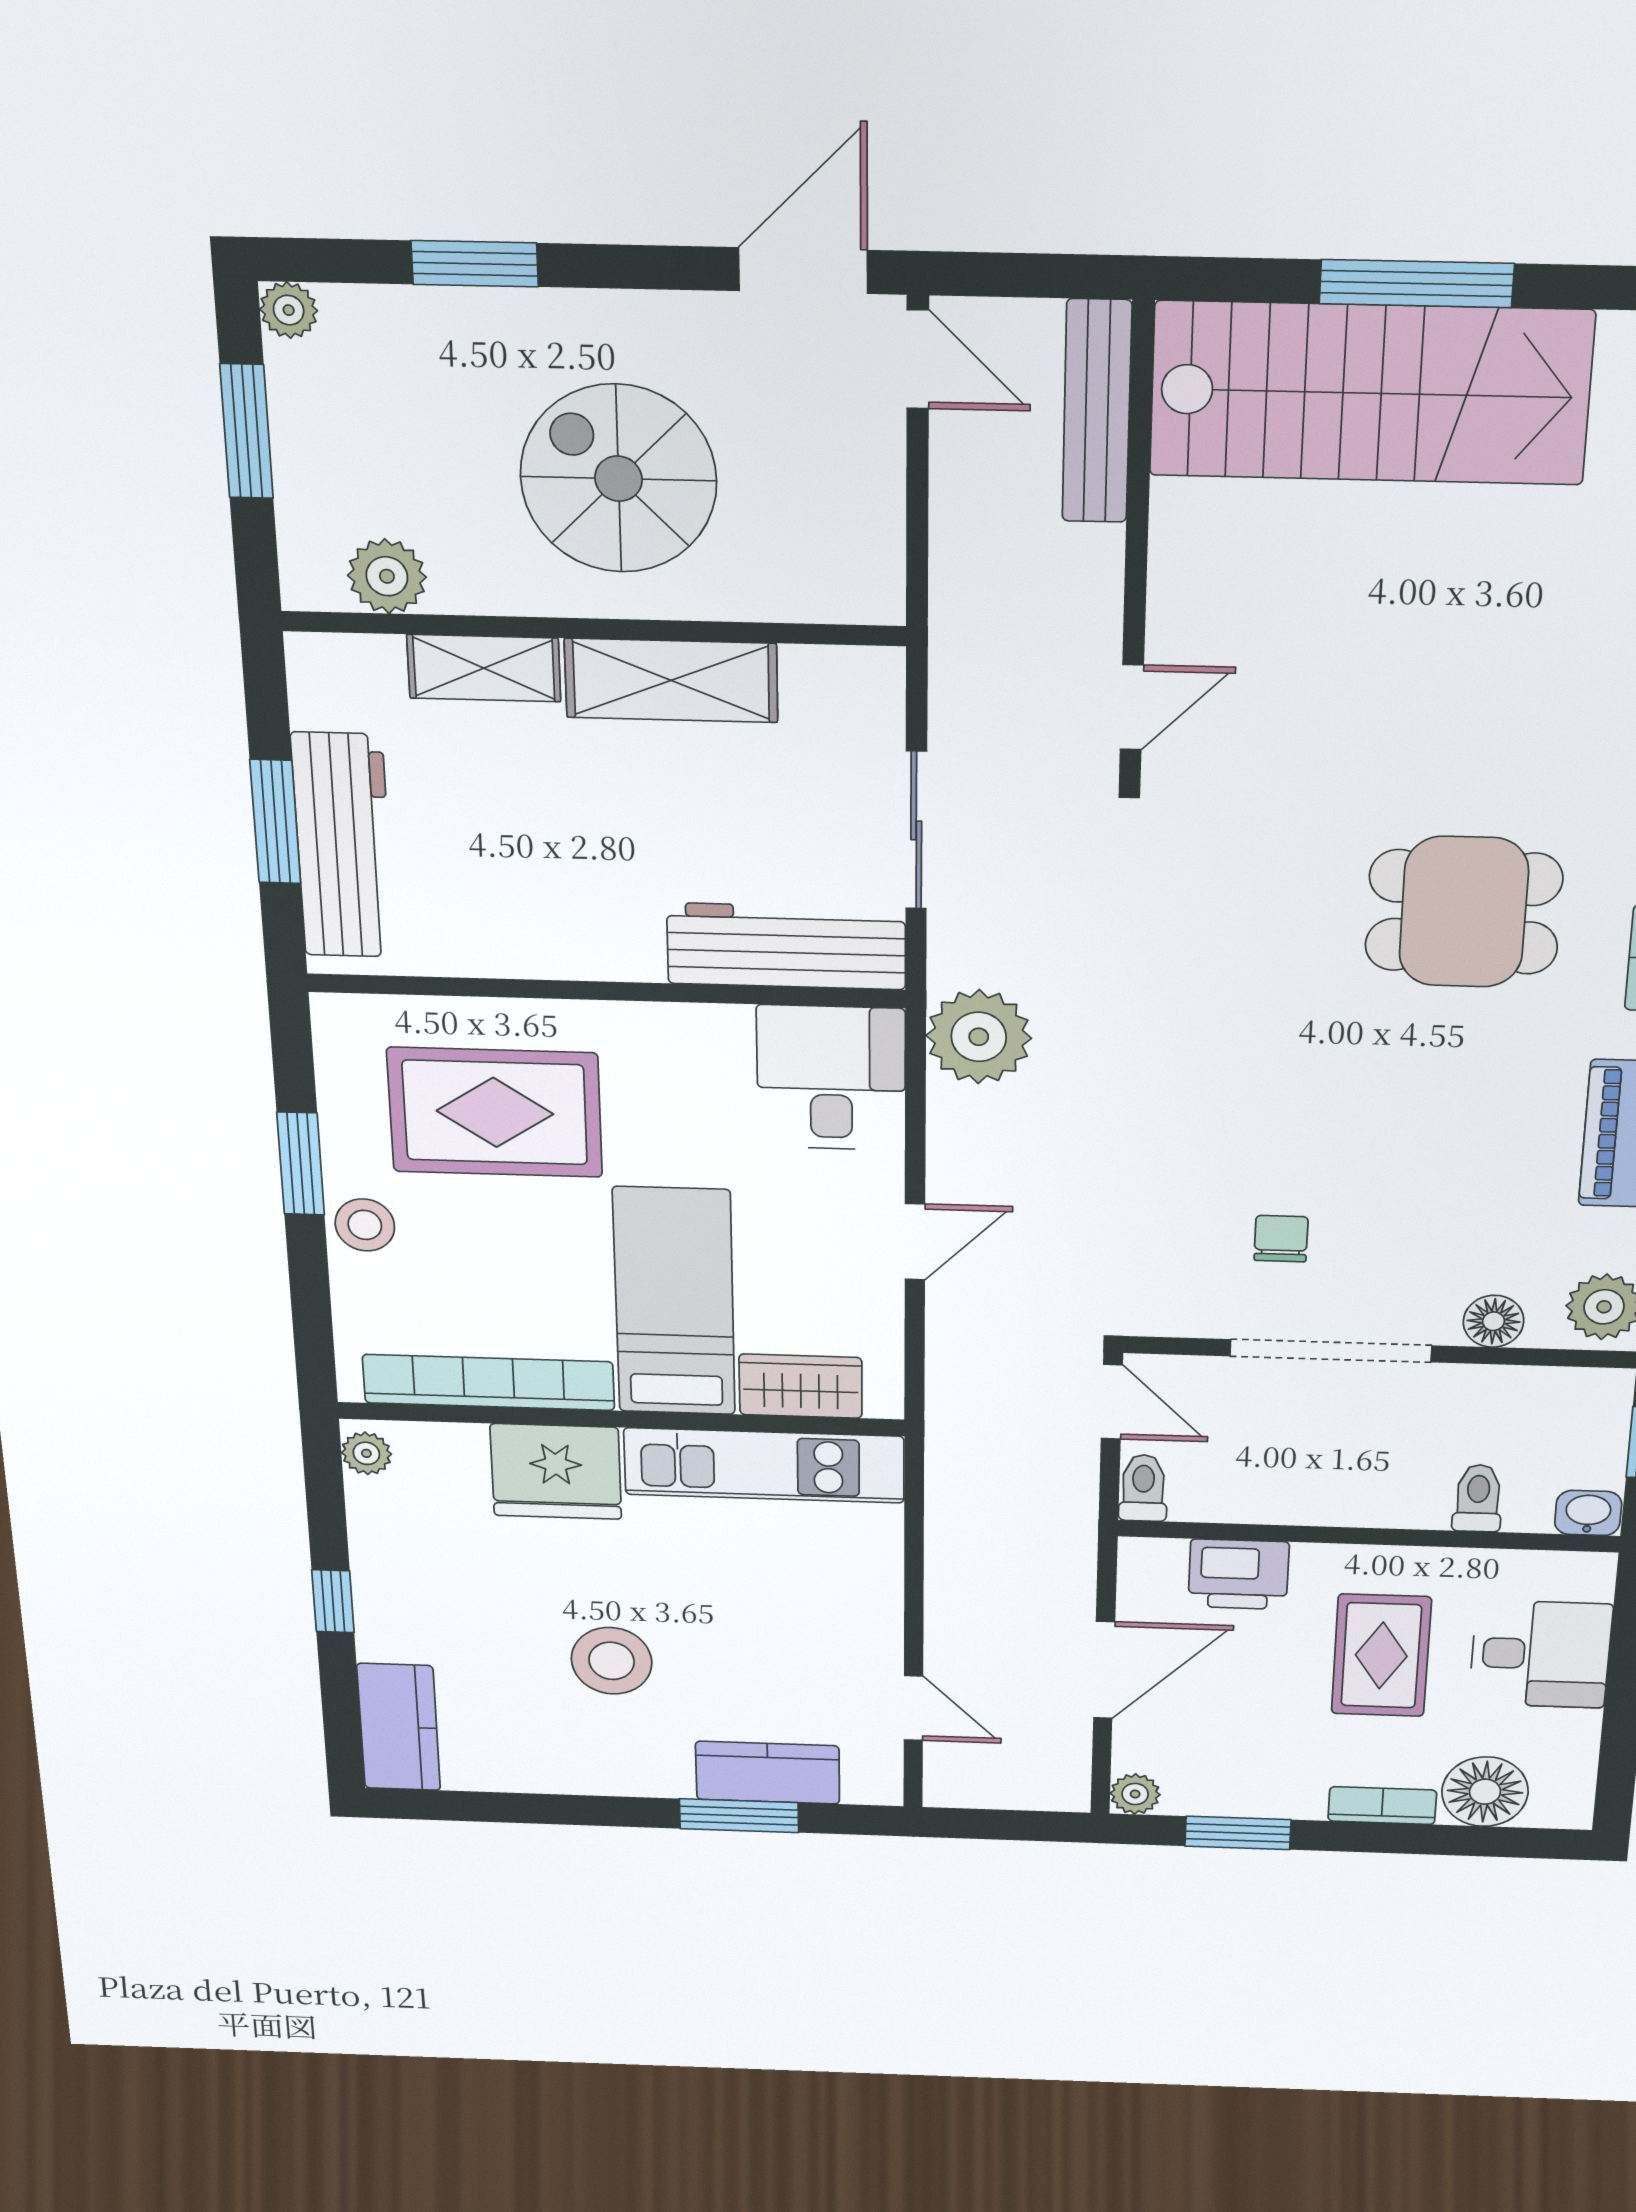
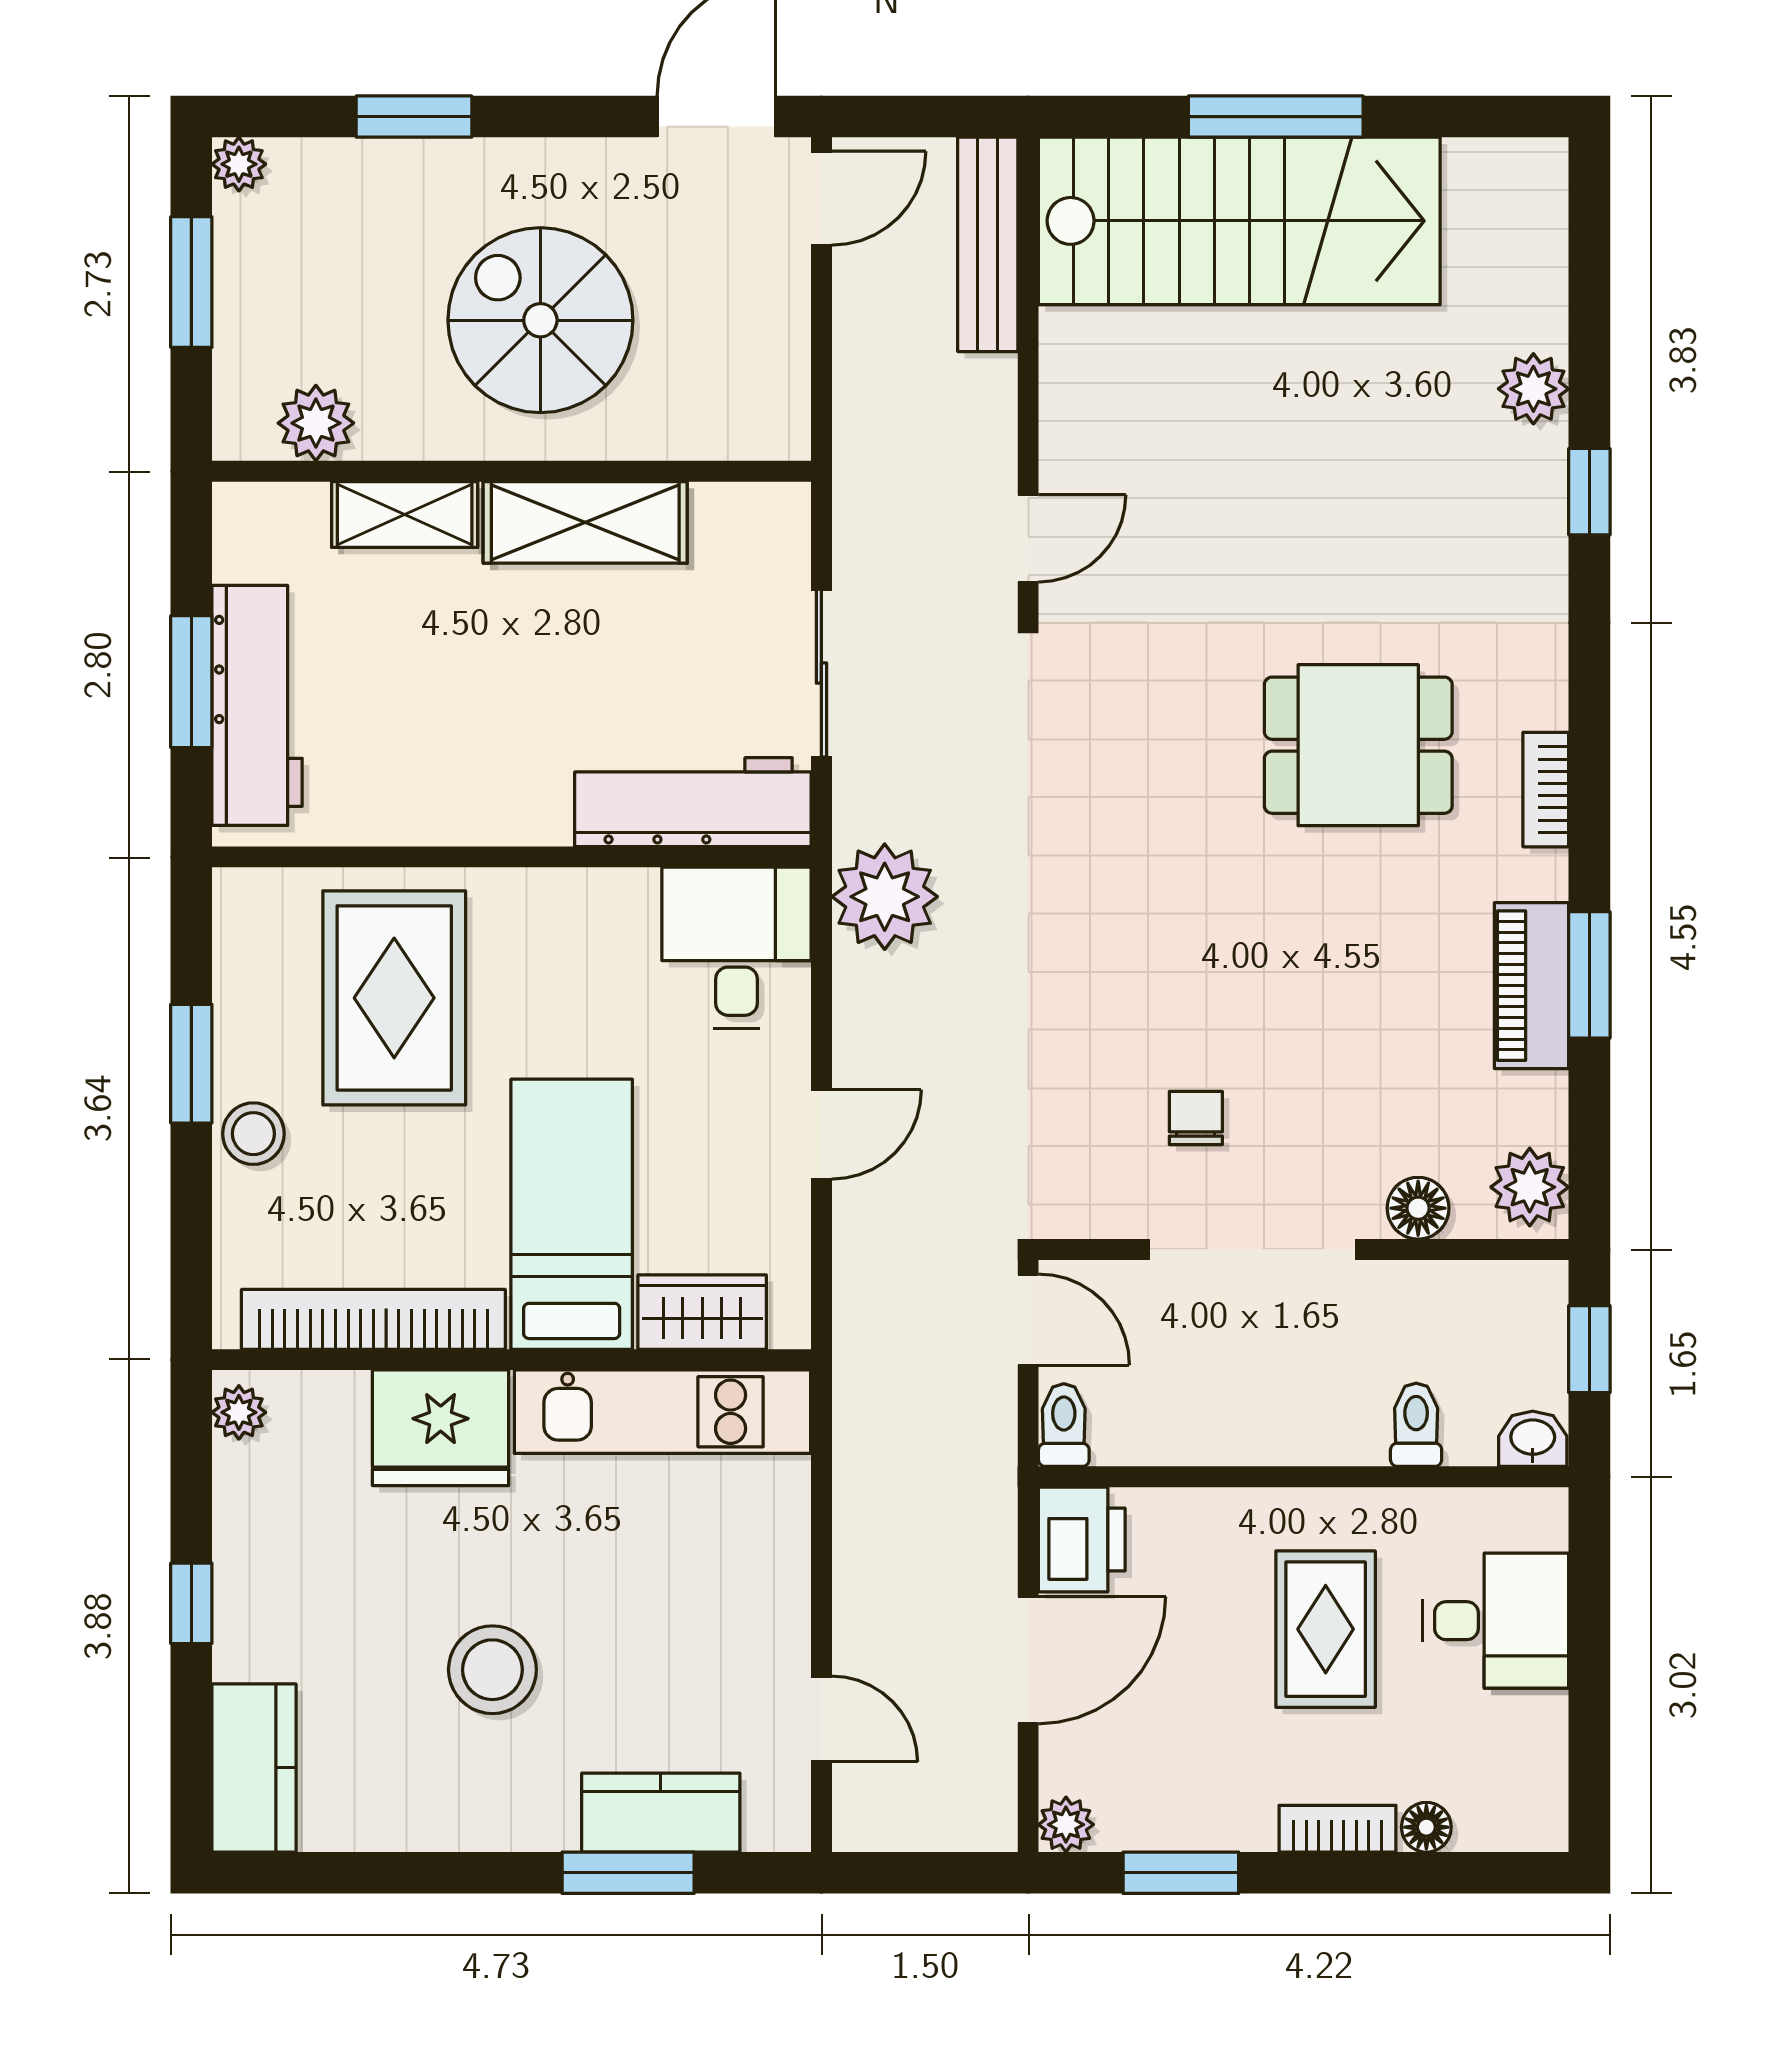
door: (918, 359) -> (821, 198), hinge flipped
rug: (495, 1112) -> (394, 998), turned 90
printer: (1239, 1574) -> (1082, 1539), moved, turned -90
floor lamp: (1485, 1792) -> (1426, 1827), width x0.53, depth x0.53

